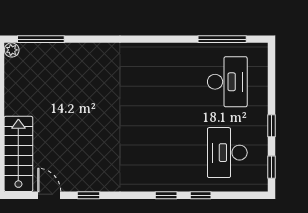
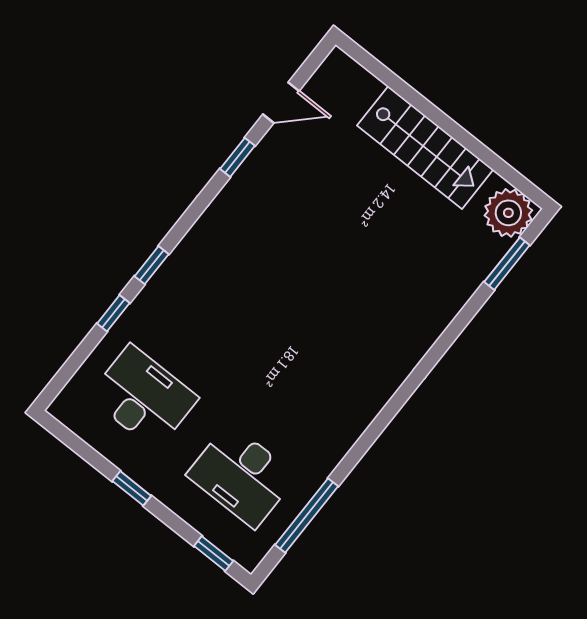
window: (41, 39) -> (507, 264), width x0.69
plant: (12, 50) -> (508, 213), width x1.88, depth x1.88
stairs: (18, 154) -> (425, 148), moved
window: (271, 167) -> (214, 554), moved

